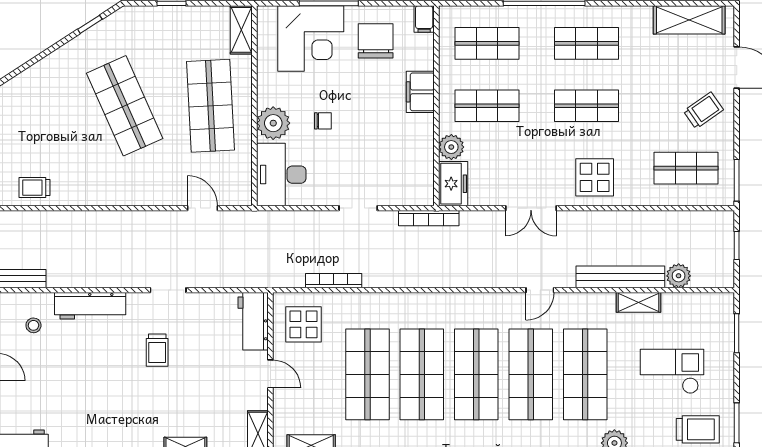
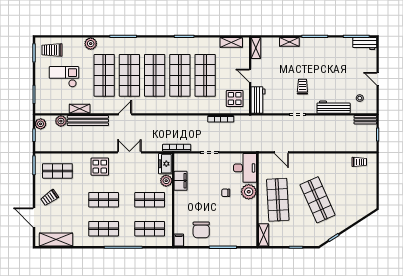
corner desk: (311, 39) -> (231, 231), removed
filing cabinet: (420, 92) -> (181, 181), moved
plant: (723, 270) -> (41, 124), added
checkout: (672, 371) -> (64, 77), turned 180

